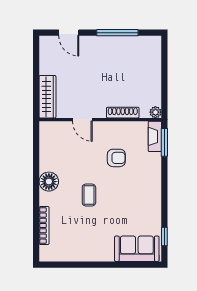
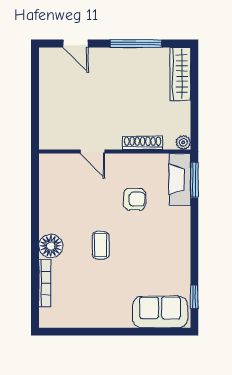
wardrobe: (47, 97) -> (180, 74), moved, turned 180
fireplace: (155, 136) -> (180, 179), width x1.37, depth x1.32
floor lamp: (49, 182) -> (51, 246), moved

